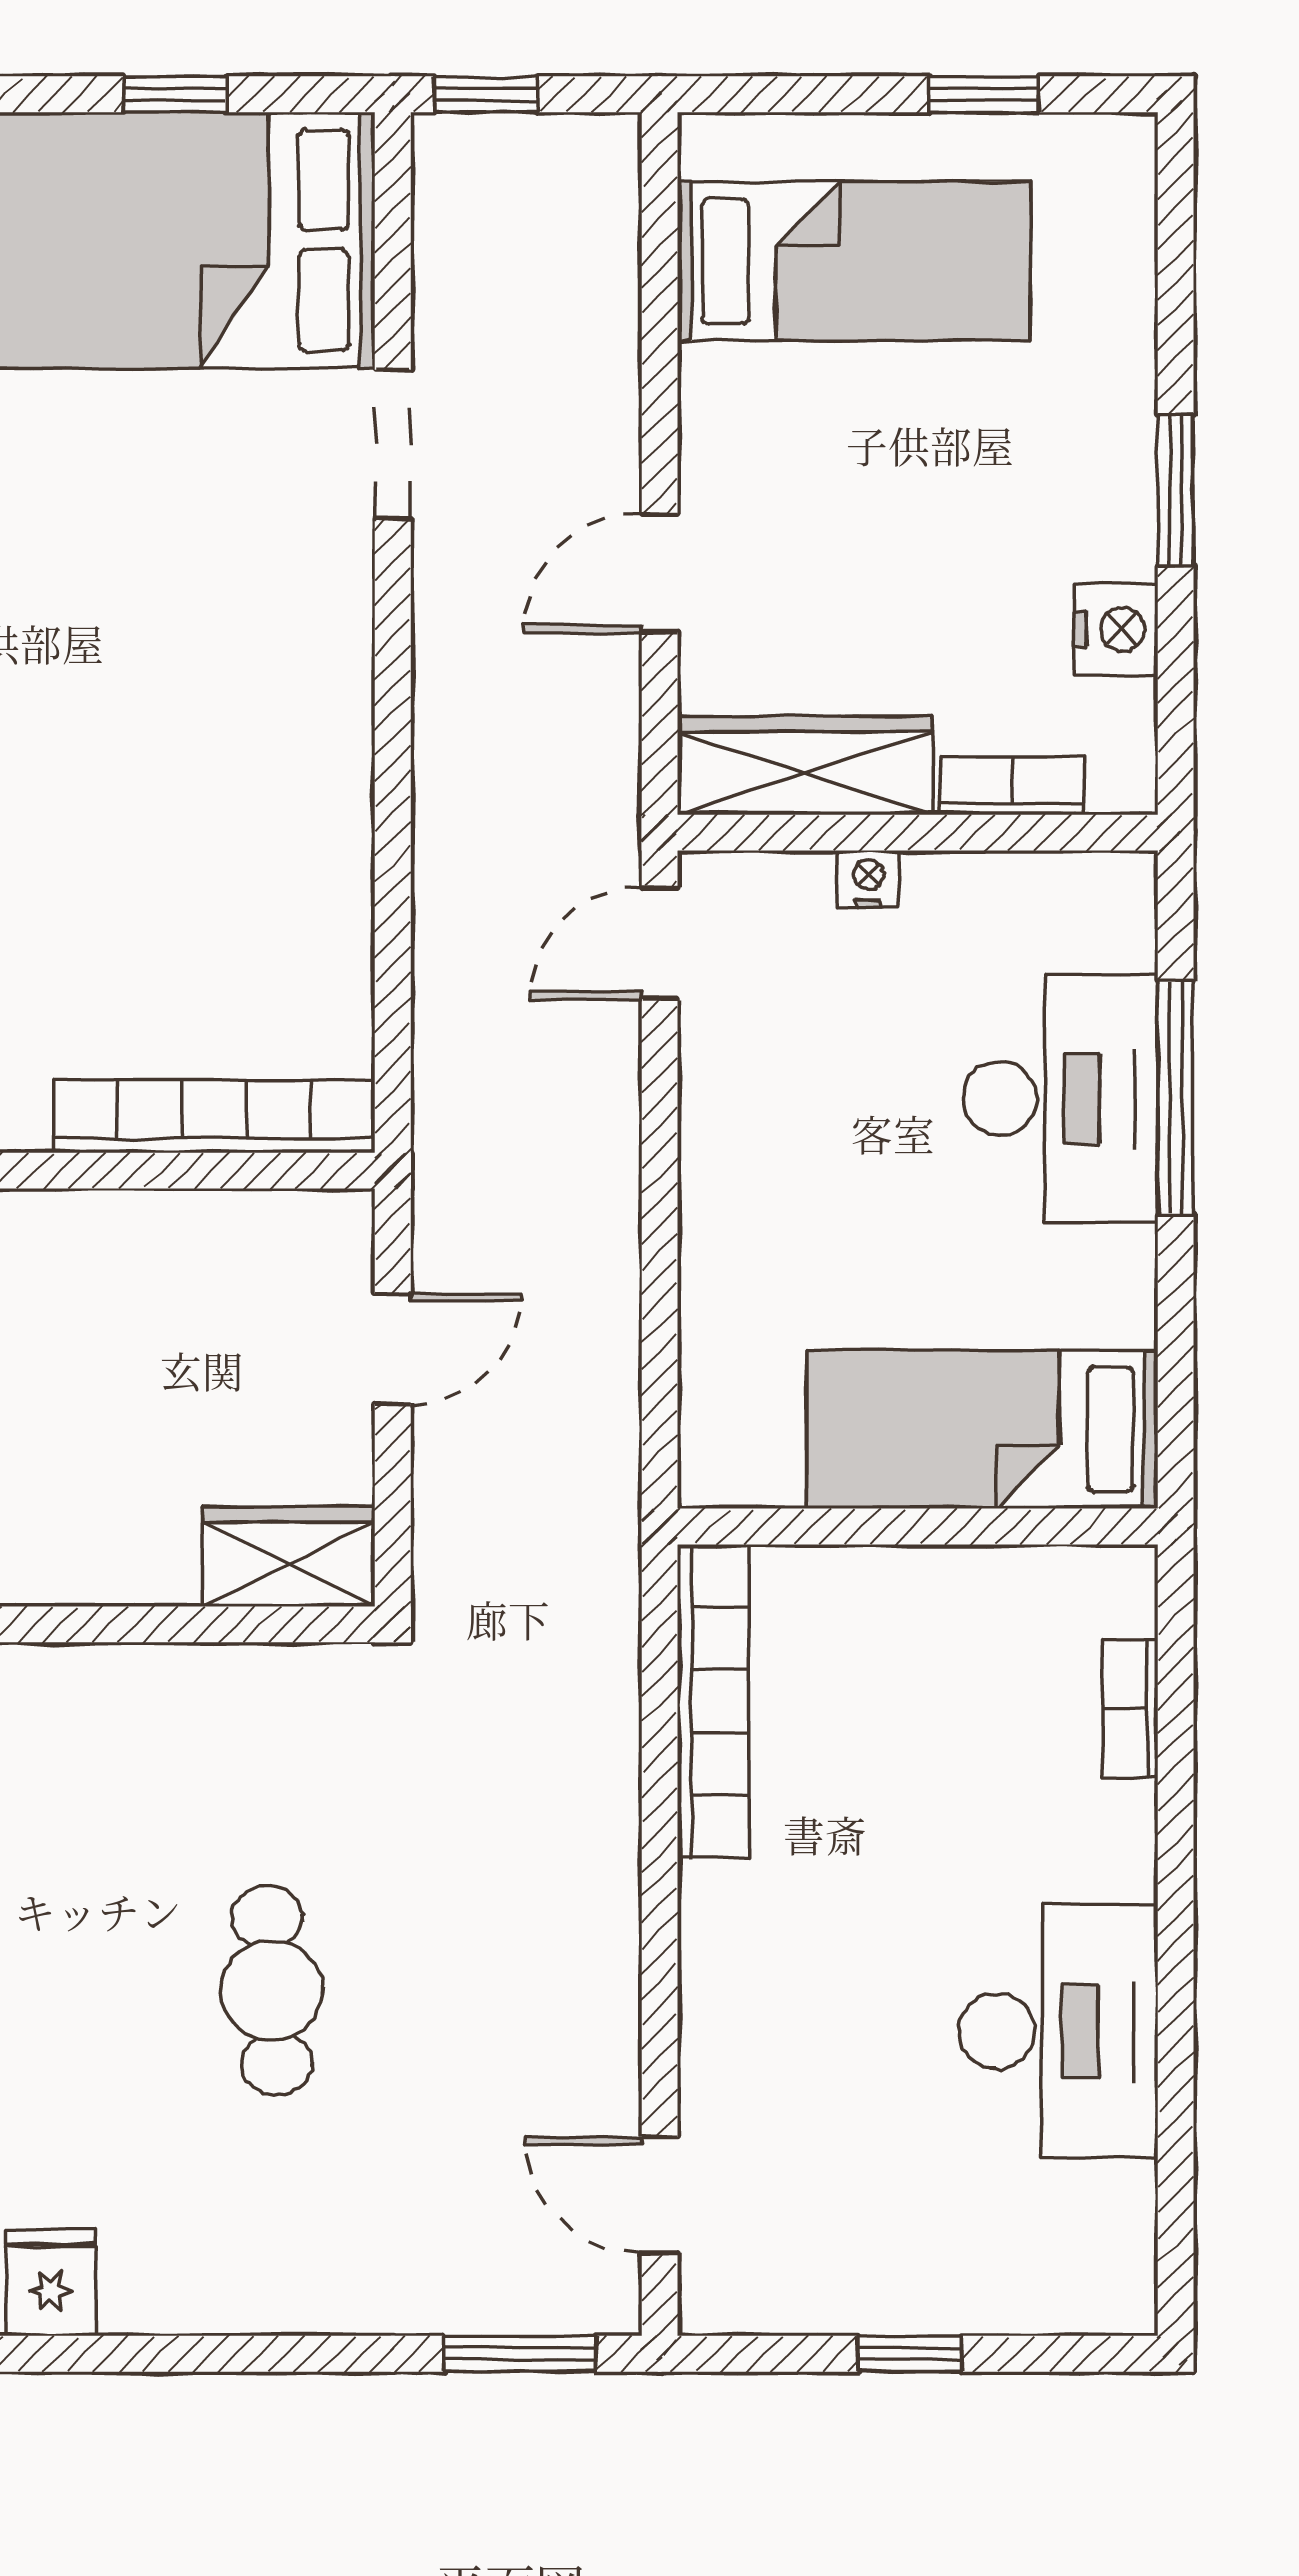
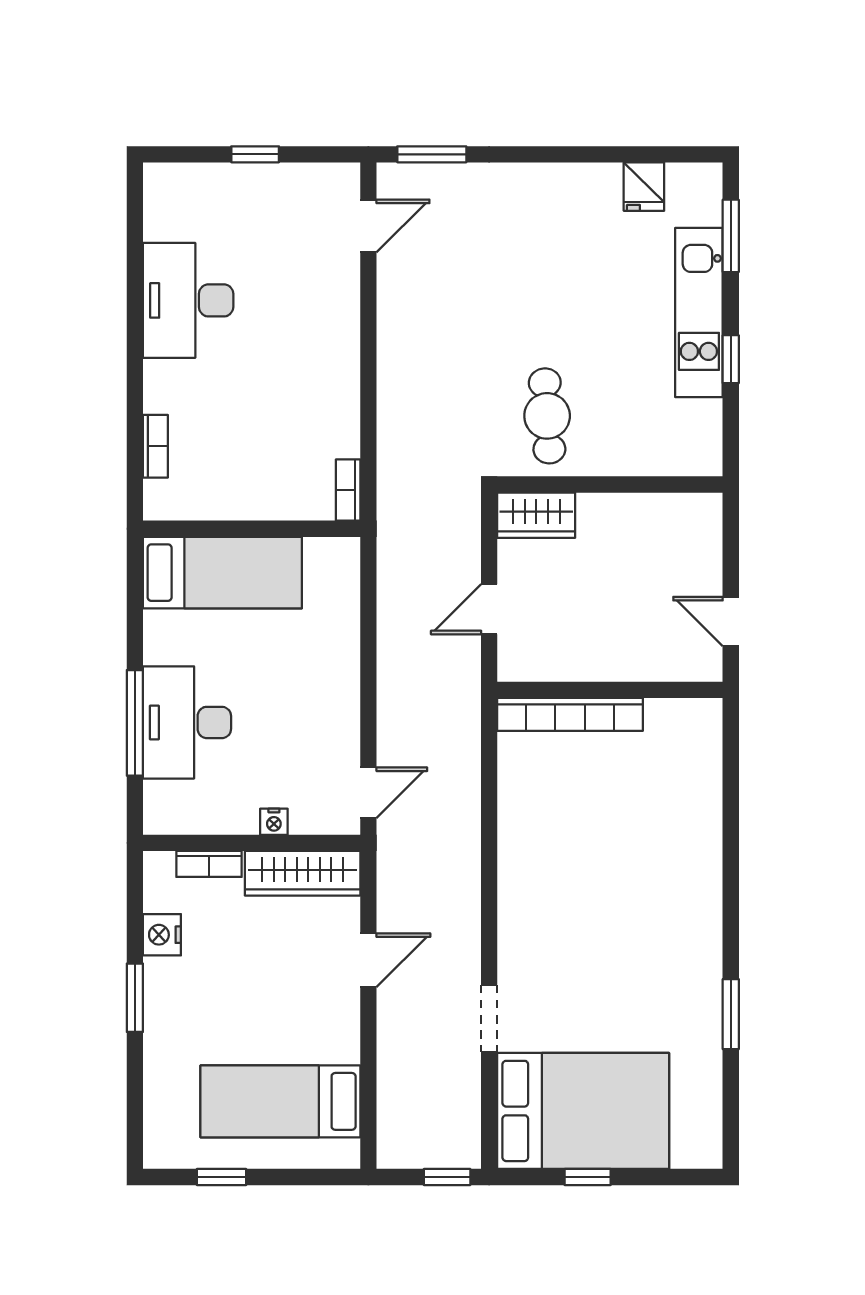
bookcase: (713, 1701) -> (348, 490), width x0.43, depth x0.76
cafe table: (272, 1990) -> (547, 416), moved
door: (660, 2195) -> (368, 226), hinge flipped

